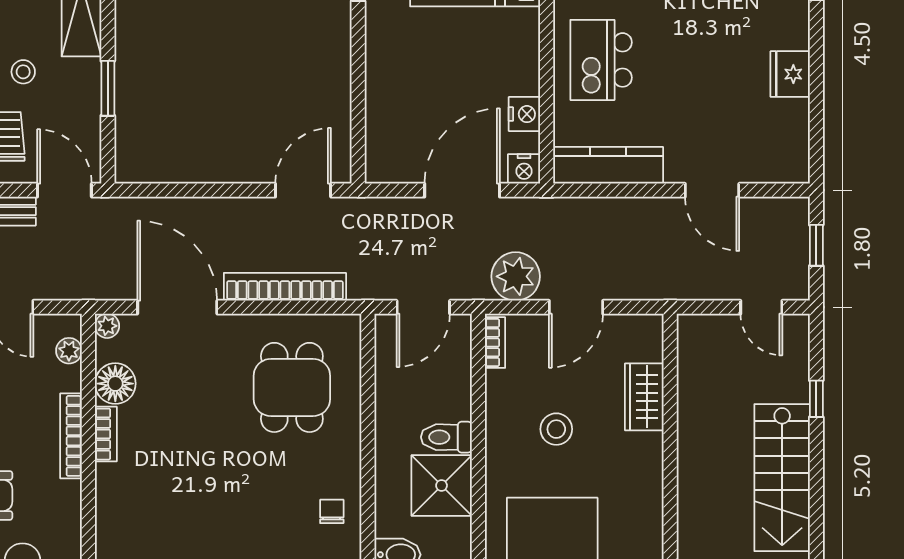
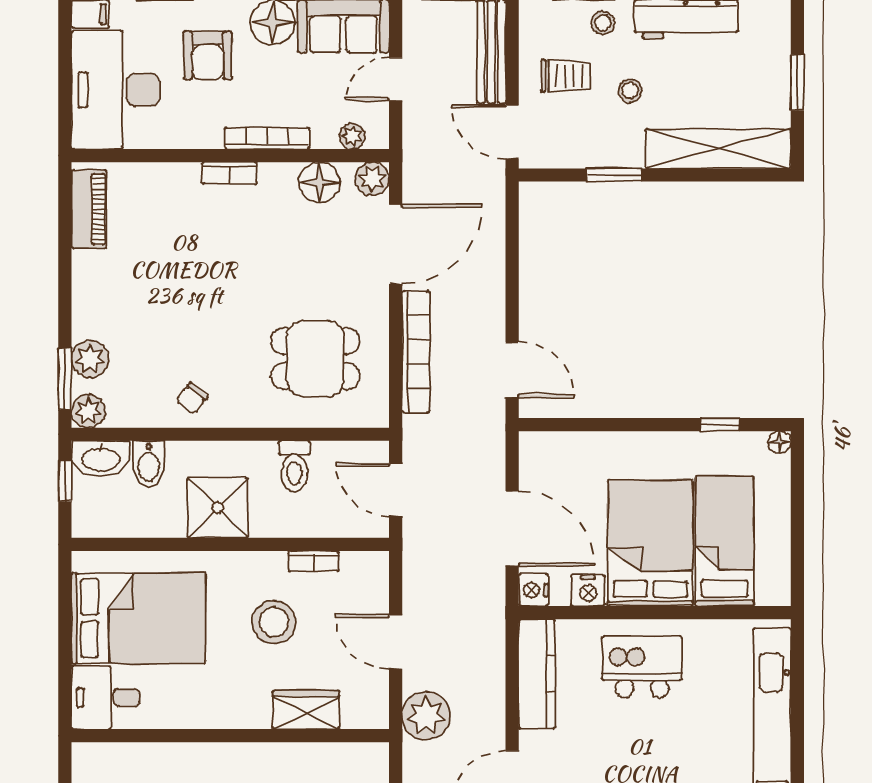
bed: (477, 52) -> (650, 543), added
door: (64, 190) -> (512, 132), swing flipped
plant: (516, 276) -> (426, 716), moved
plant: (107, 326) -> (372, 179), width x1.38, depth x1.38
bookcase: (495, 343) -> (314, 561), moved
stool: (556, 429) -> (274, 622), width x1.38, depth x1.38
bookcase: (106, 434) -> (229, 173), moved
toilet: (446, 437) -> (294, 466), moved, turned 180
chair: (332, 511) -> (192, 398), turned 129

